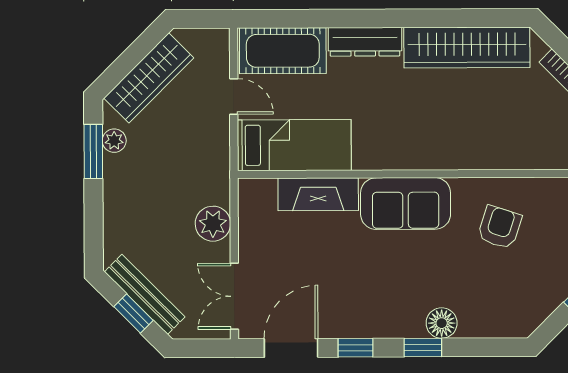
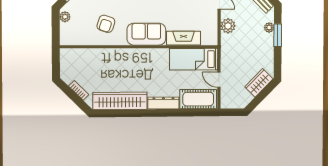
wardrobe: (149, 78) -> (259, 83), width x0.67
plant: (114, 141) -> (269, 28), moved
window: (93, 151) -> (278, 35), moved

